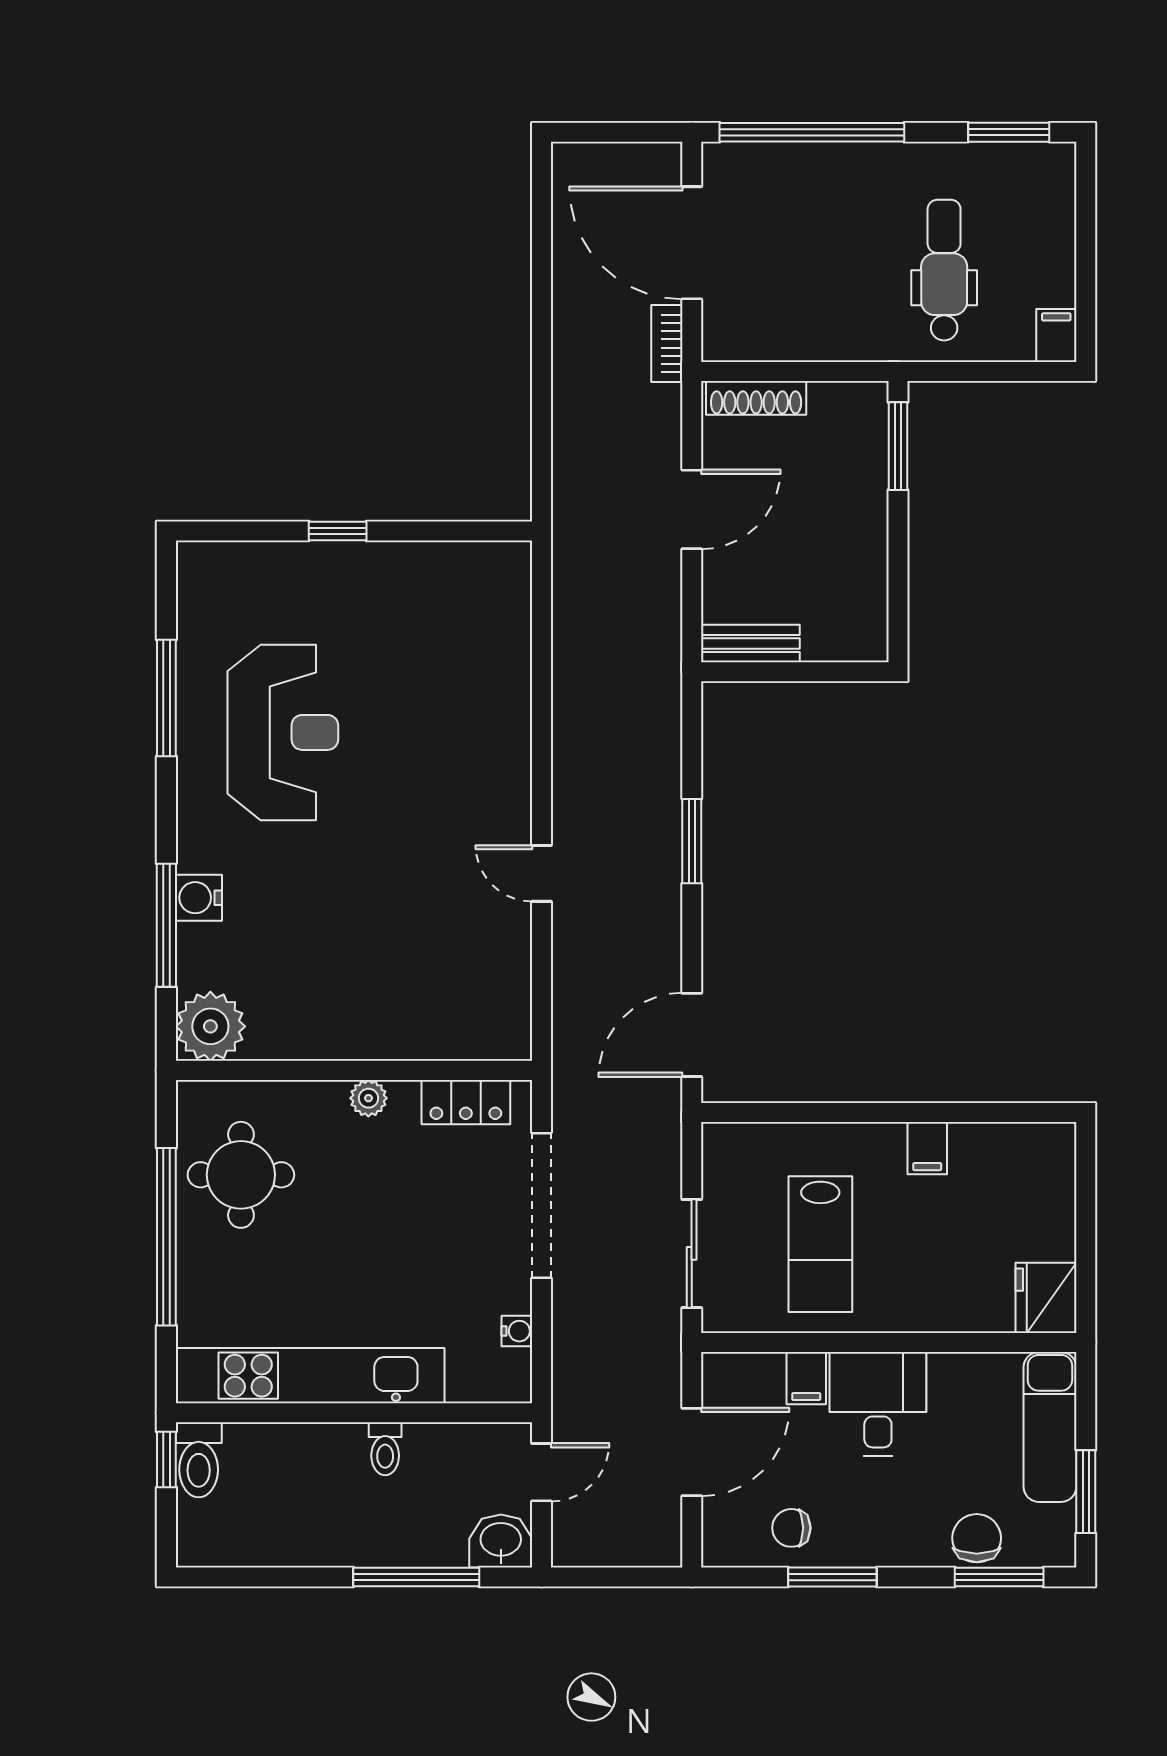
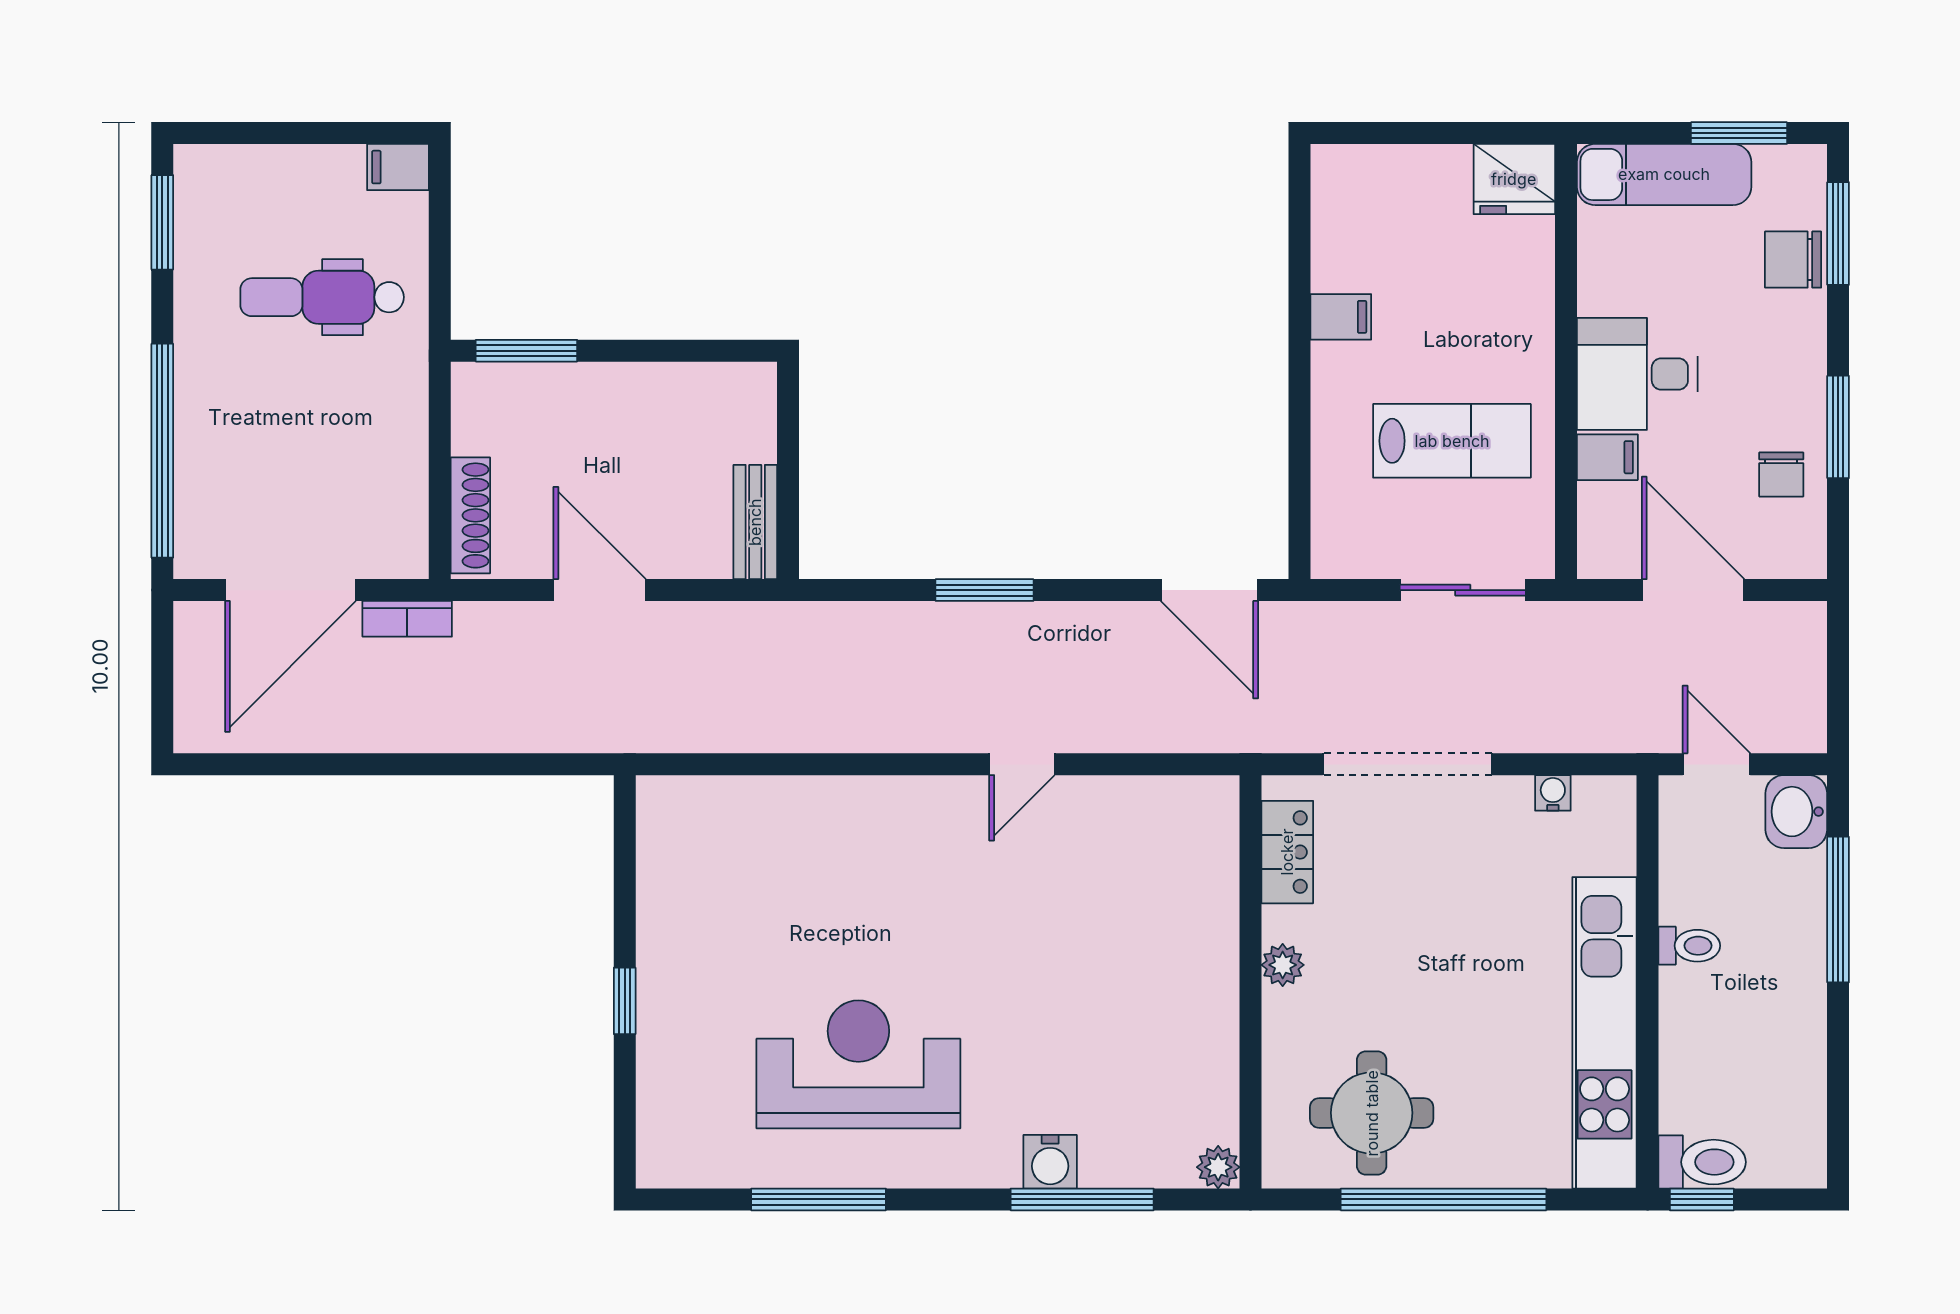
plant: (210, 1026) -> (1218, 1167), width x0.53, depth x0.53

